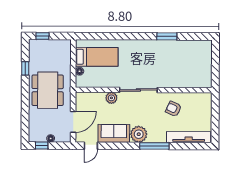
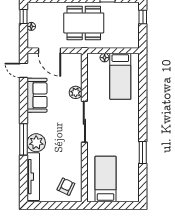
bed: (191, 71) -> (106, 179), added
armchair: (173, 109) -> (66, 187), moved
plant: (139, 134) -> (36, 143), moved

